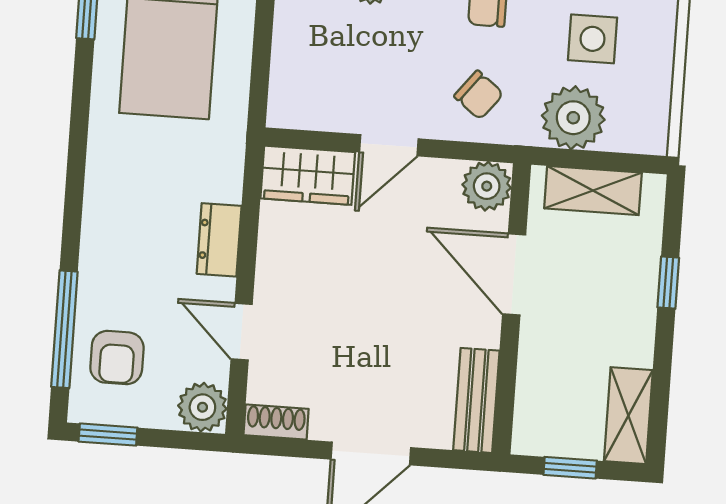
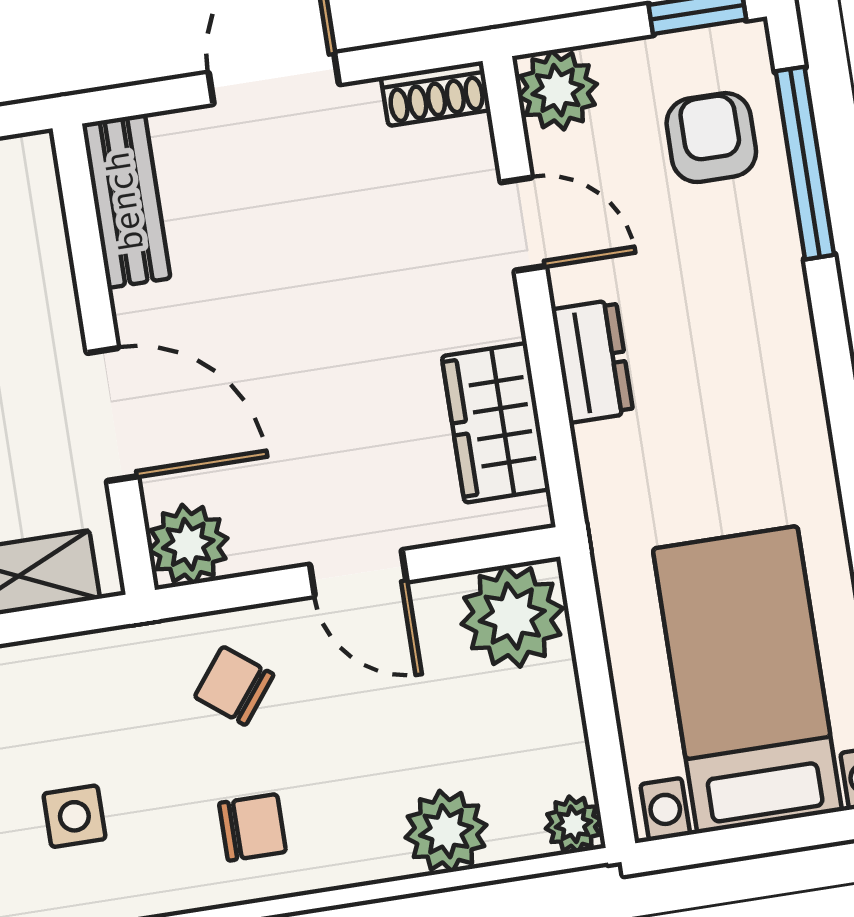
side table: (593, 39) -> (74, 816), width x0.73, depth x0.73
plant: (573, 118) -> (512, 616), moved
door: (389, 145) -> (358, 573), swing flipped
wardrobe: (308, 175) -> (496, 423), moved, turned -90

